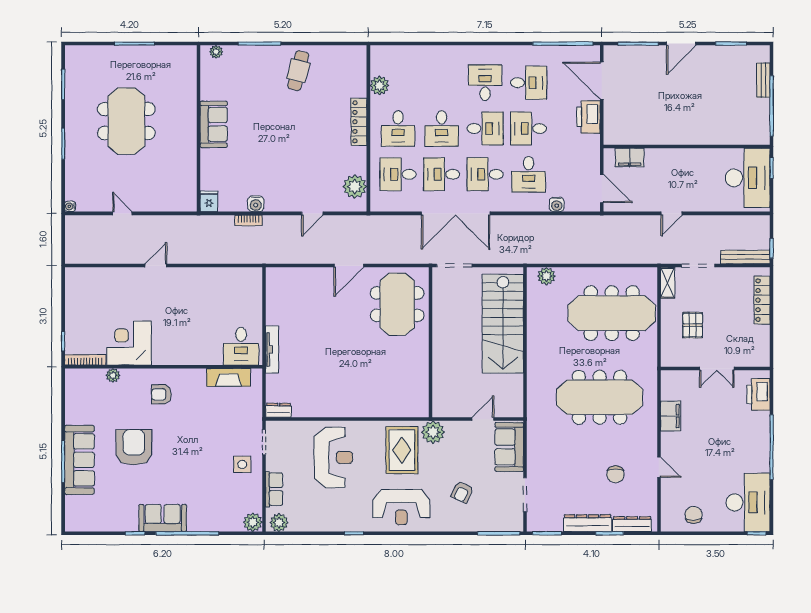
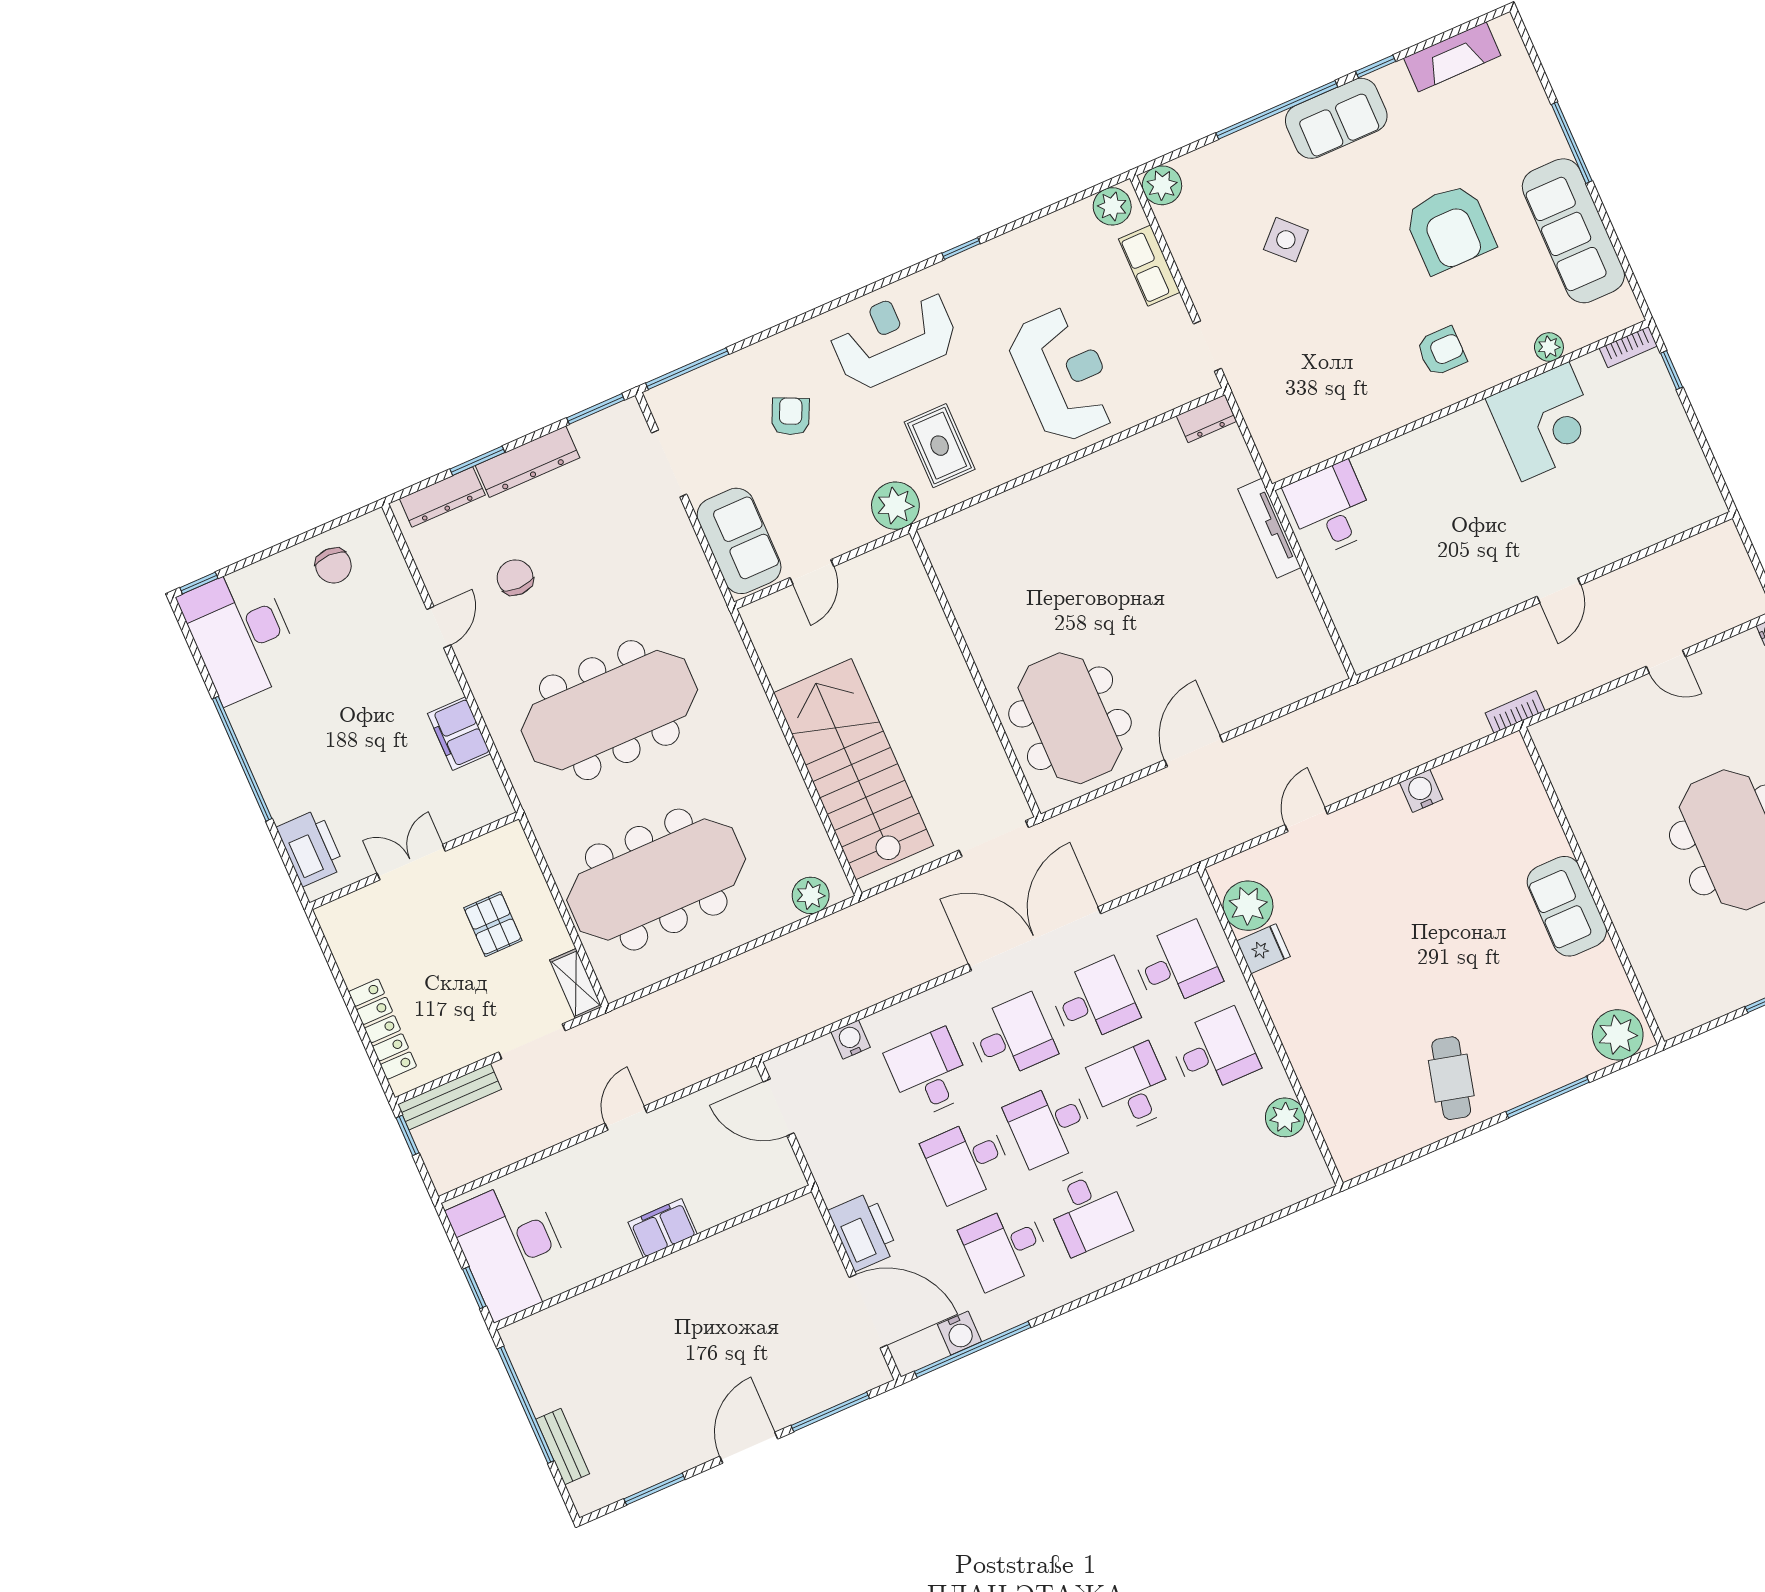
plant: (216, 52) -> (1618, 1035), width x1.88, depth x1.88
water cooler: (566, 53) -> (960, 1333), added
locker: (359, 122) -> (1294, 1032), removed
desk: (398, 128) -> (1214, 1052), turned 90
desk: (529, 128) -> (967, 1160), turned 180
filing cabinet: (630, 158) -> (663, 1228), moved
fridge: (209, 201) -> (1263, 949), moved, turned -90
bookcase: (249, 220) -> (1515, 712), moved
bookcase: (85, 360) -> (1628, 347), width x0.64
fireplace: (229, 377) -> (1452, 57), moved, turned 180
rug: (402, 450) -> (940, 446), width x0.73, depth x0.70
reception desk: (333, 457) -> (1063, 375), turned 180
sofa: (79, 460) -> (1573, 231), moved
side table: (242, 464) -> (1286, 240), moved, turned 45
door: (659, 467) -> (439, 627), swing flipped

